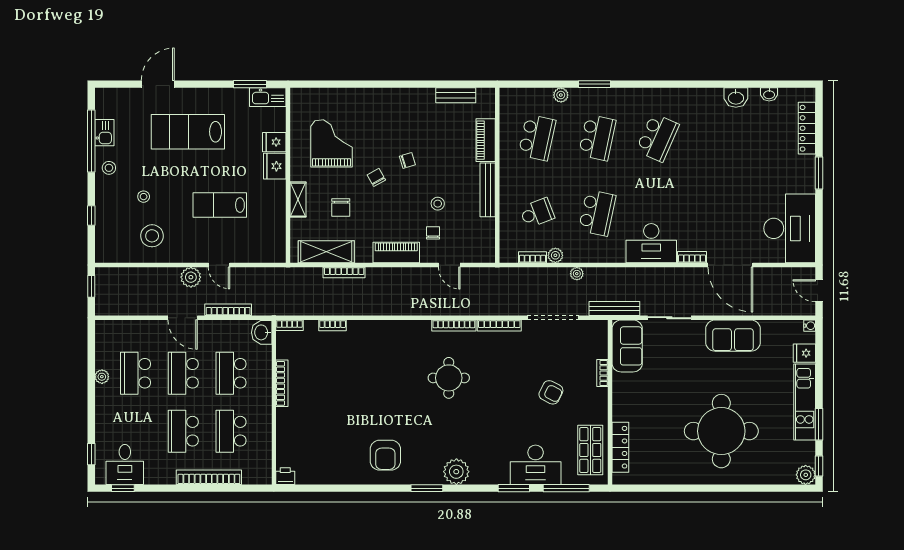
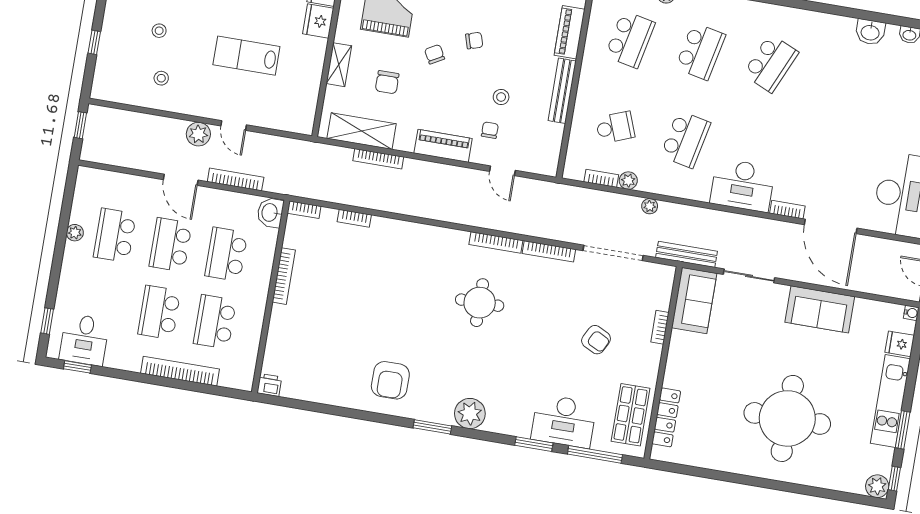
stool: (152, 236) -> (161, 78), width x0.53, depth x0.53

